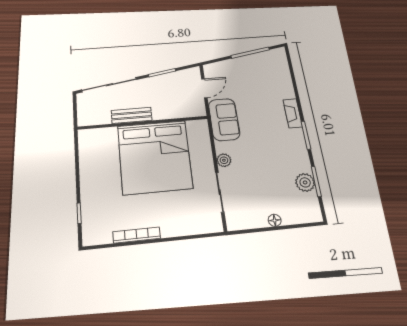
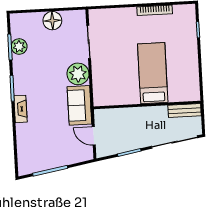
door: (204, 88) -> (94, 136), hinge flipped
bench: (132, 115) -> (185, 111), moved
bed: (155, 157) -> (153, 73), width x0.49
plant: (224, 160) -> (78, 74), width x1.87, depth x1.87
floor lamp: (275, 220) -> (52, 21), width x1.89, depth x1.89

